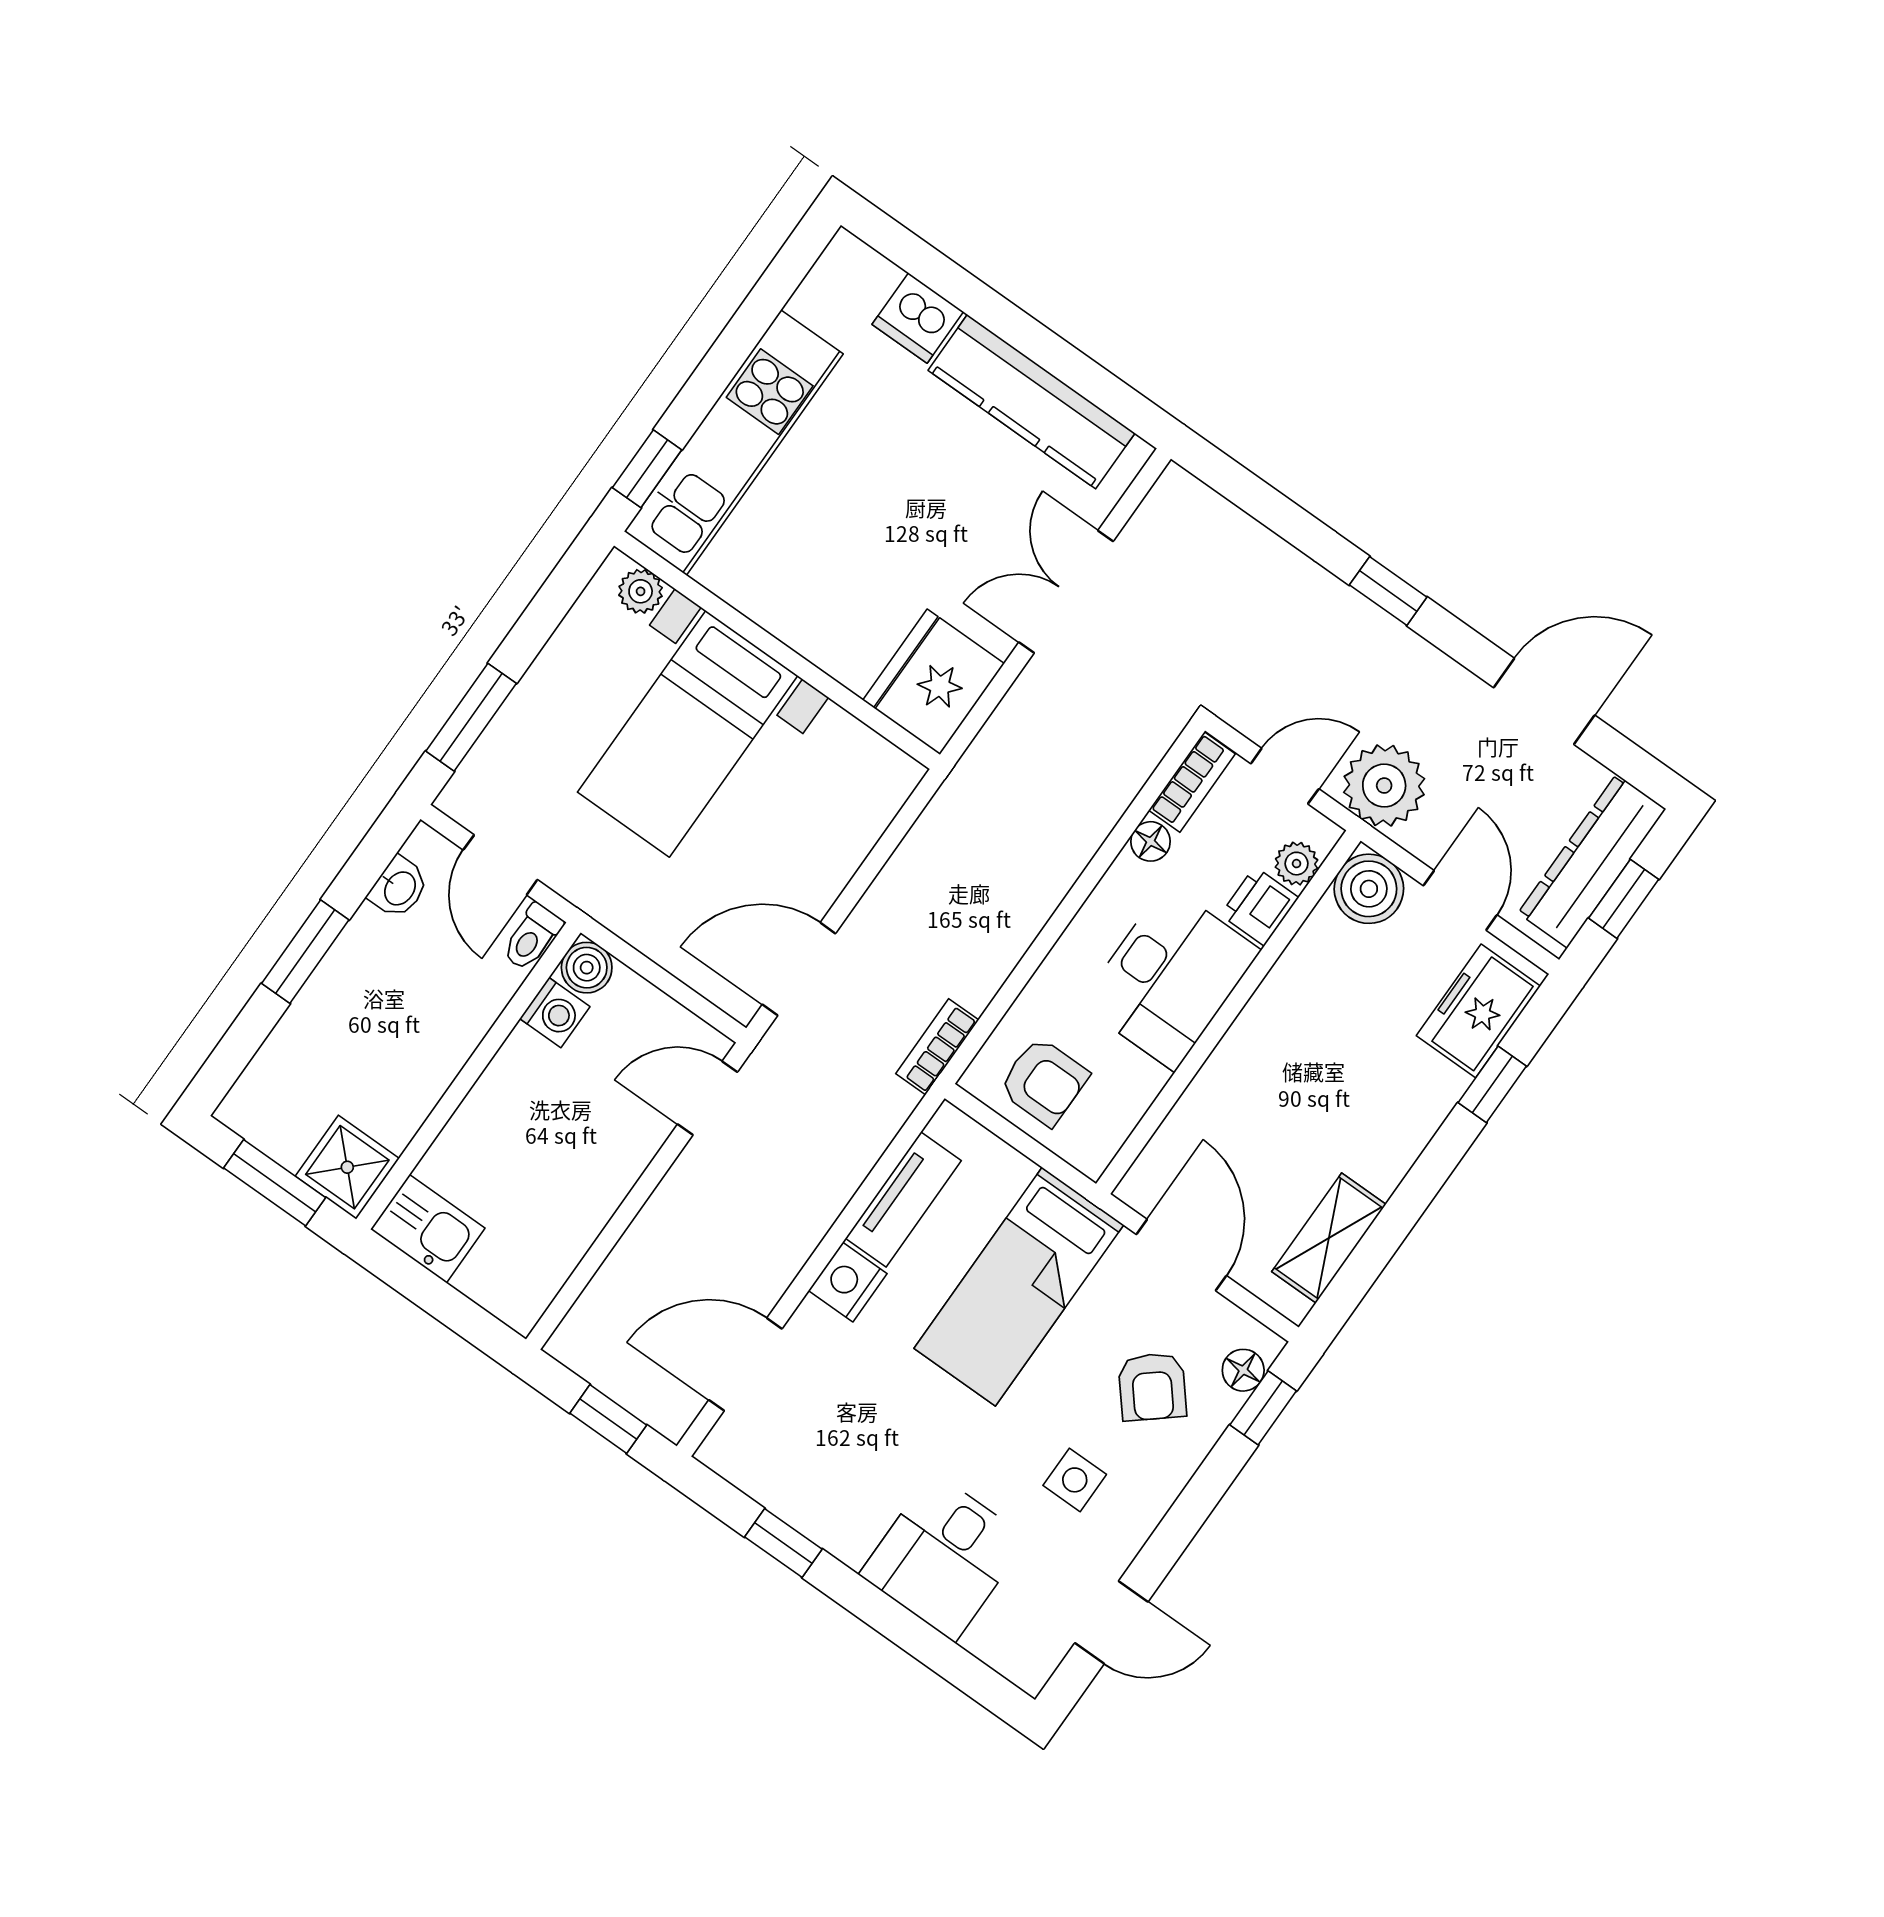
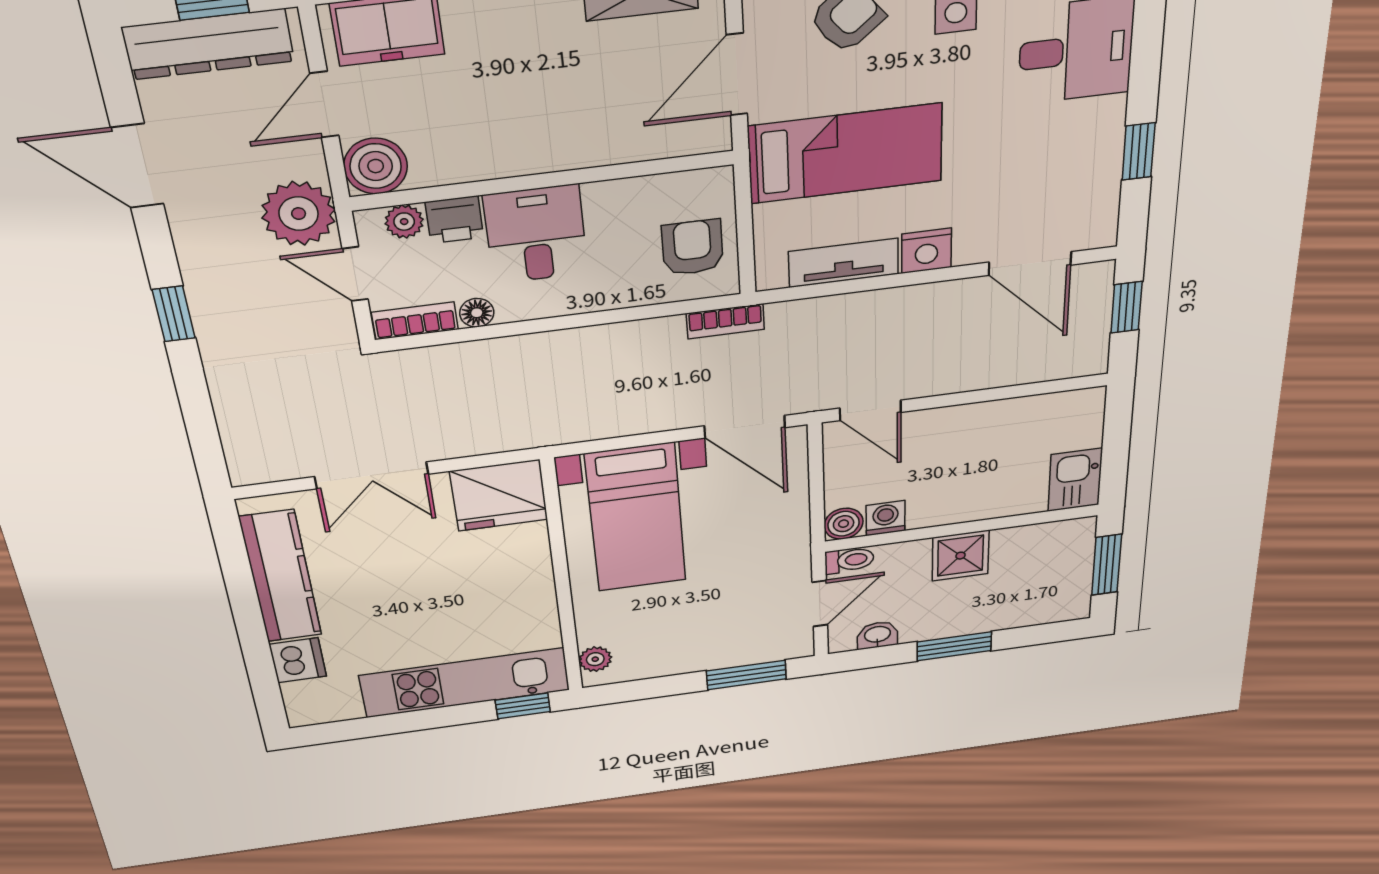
bed with nightstands: (688, 734) -> (636, 518), moved, turned 90
desk: (1170, 977) -> (536, 234), width x0.73
shower: (347, 1167) -> (960, 556), moved

